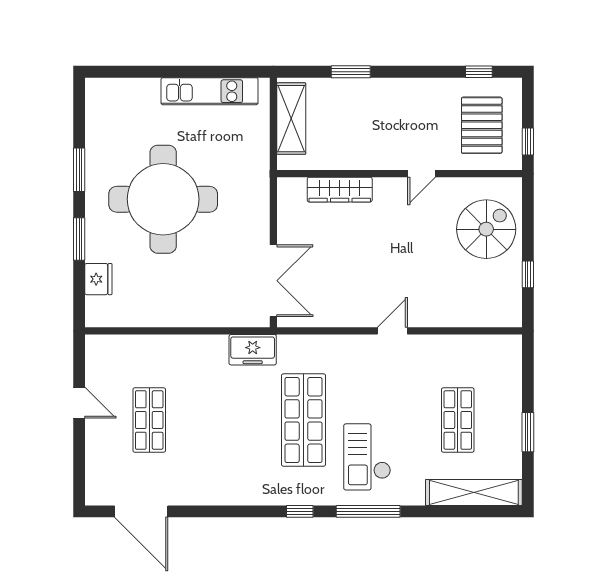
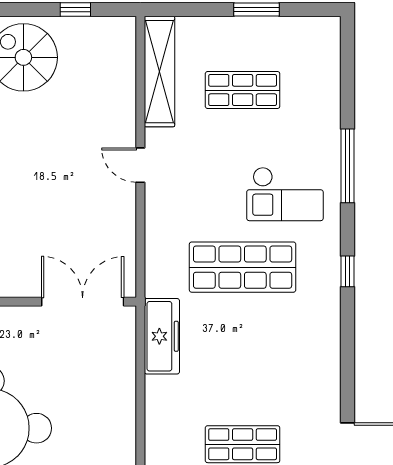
freezer: (253, 350) -> (162, 336), width x1.40
shelving: (474, 492) -> (159, 72), moved
window: (368, 511) -> (347, 166), moved

